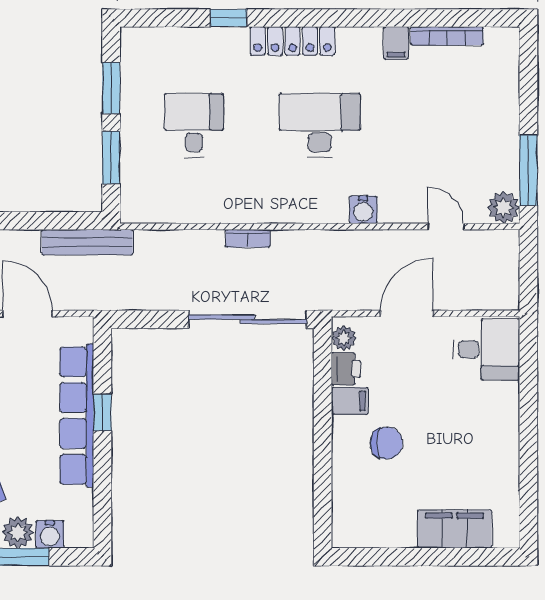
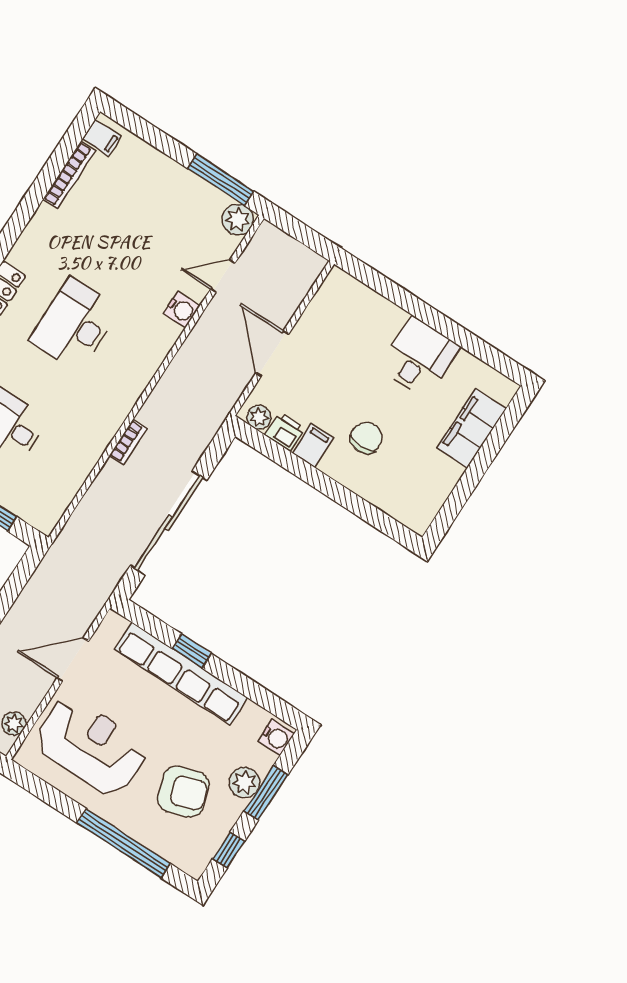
filing cabinet: (396, 43) -> (102, 138), moved
water cooler: (363, 210) -> (182, 310), moved
bench: (87, 242) -> (47, 574), removed
sliding door: (248, 319) -> (168, 523), moved
desk: (487, 349) -> (419, 357), moved
water cooler: (50, 534) -> (276, 737), moved

